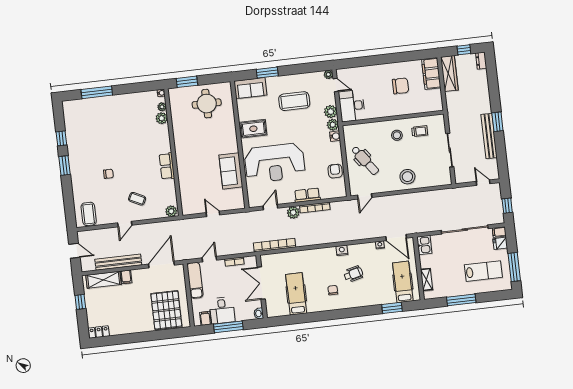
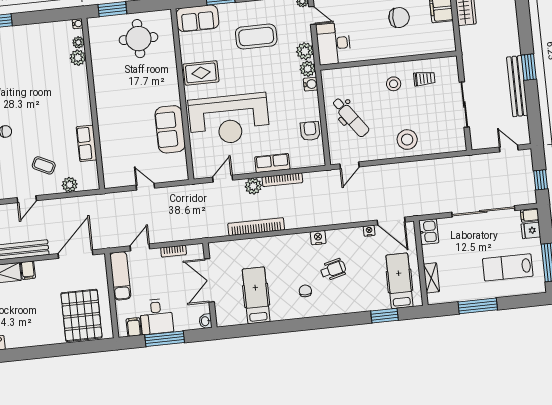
row of seats: (167, 166) -> (86, 143), moved
plant: (171, 211) -> (70, 185), moved
bookcase: (274, 245) -> (256, 227), moved
lab bench: (483, 271) -> (508, 267), turned 180

